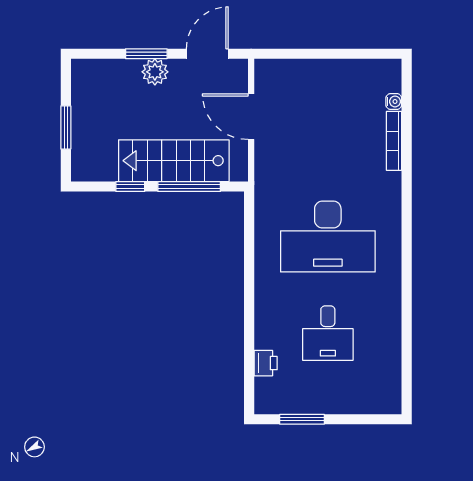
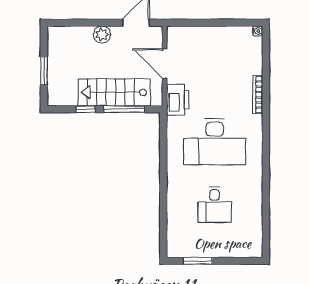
window: (146, 54) -> (96, 23), removed
water cooler: (394, 101) -> (258, 31), moved
bookcase: (394, 141) -> (258, 95), moved
printer: (266, 363) -> (178, 100), moved, width x1.87, depth x1.48

